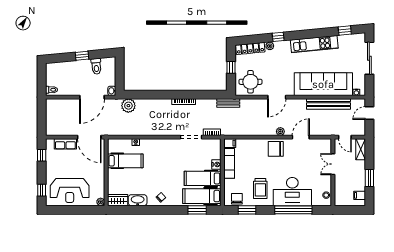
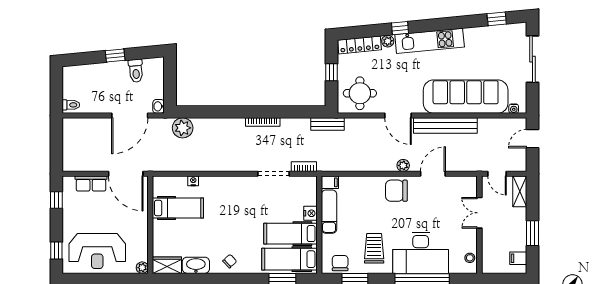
kitchen unit: (314, 44) -> (430, 41), moved
door: (277, 97) -> (398, 116), hinge flipped
bench: (329, 104) -> (445, 126), moved
trolley: (260, 188) -> (374, 248), turned 180

